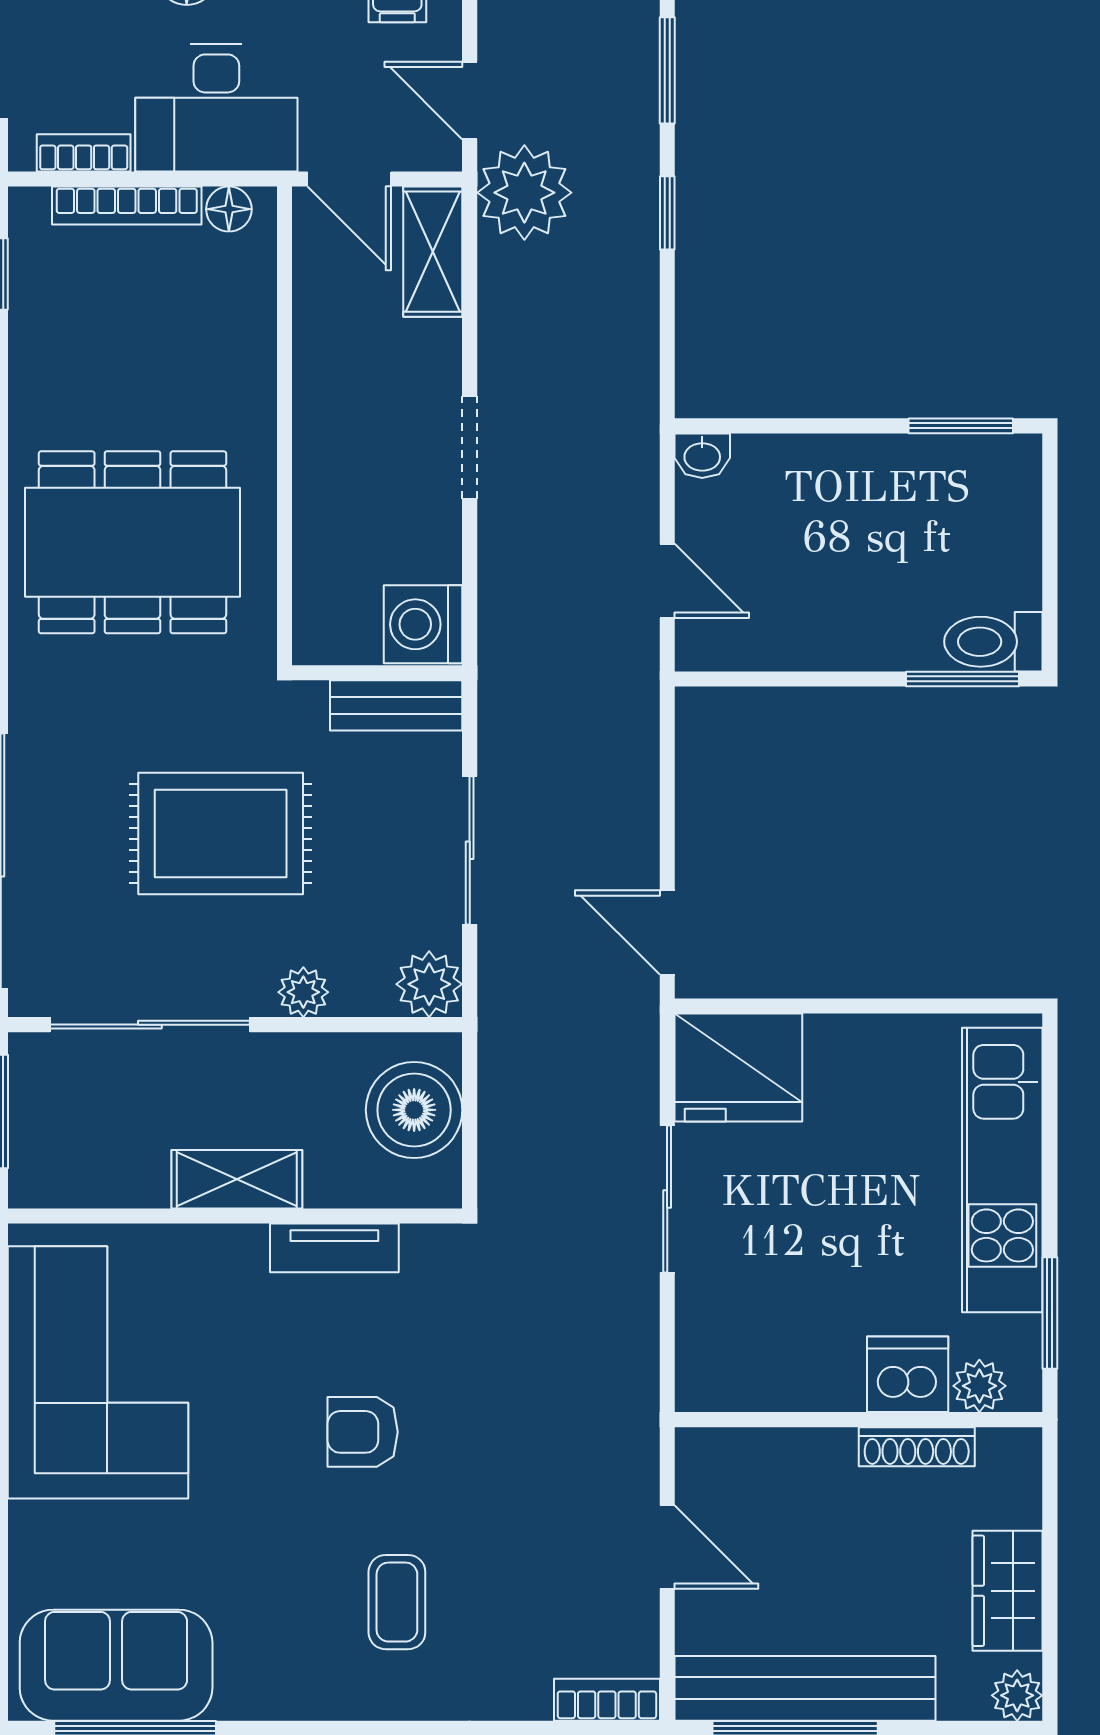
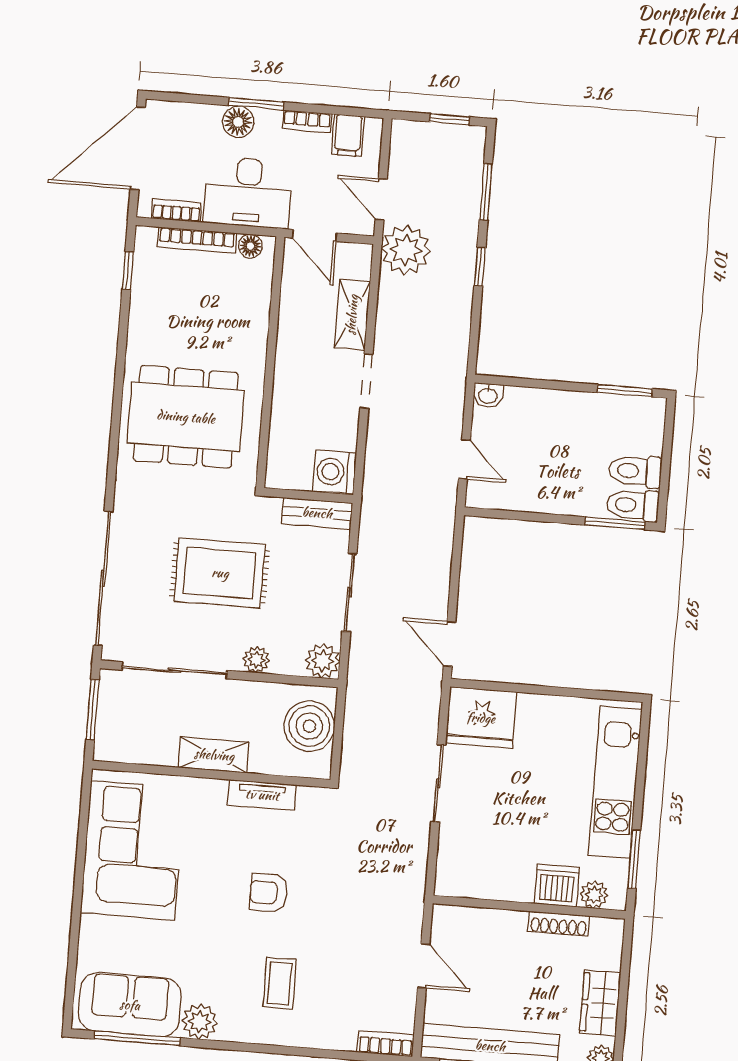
shelving: (433, 252) -> (352, 315), moved
toilet: (993, 577) -> (635, 471), added
plant: (251, 1687) -> (200, 1022), added

